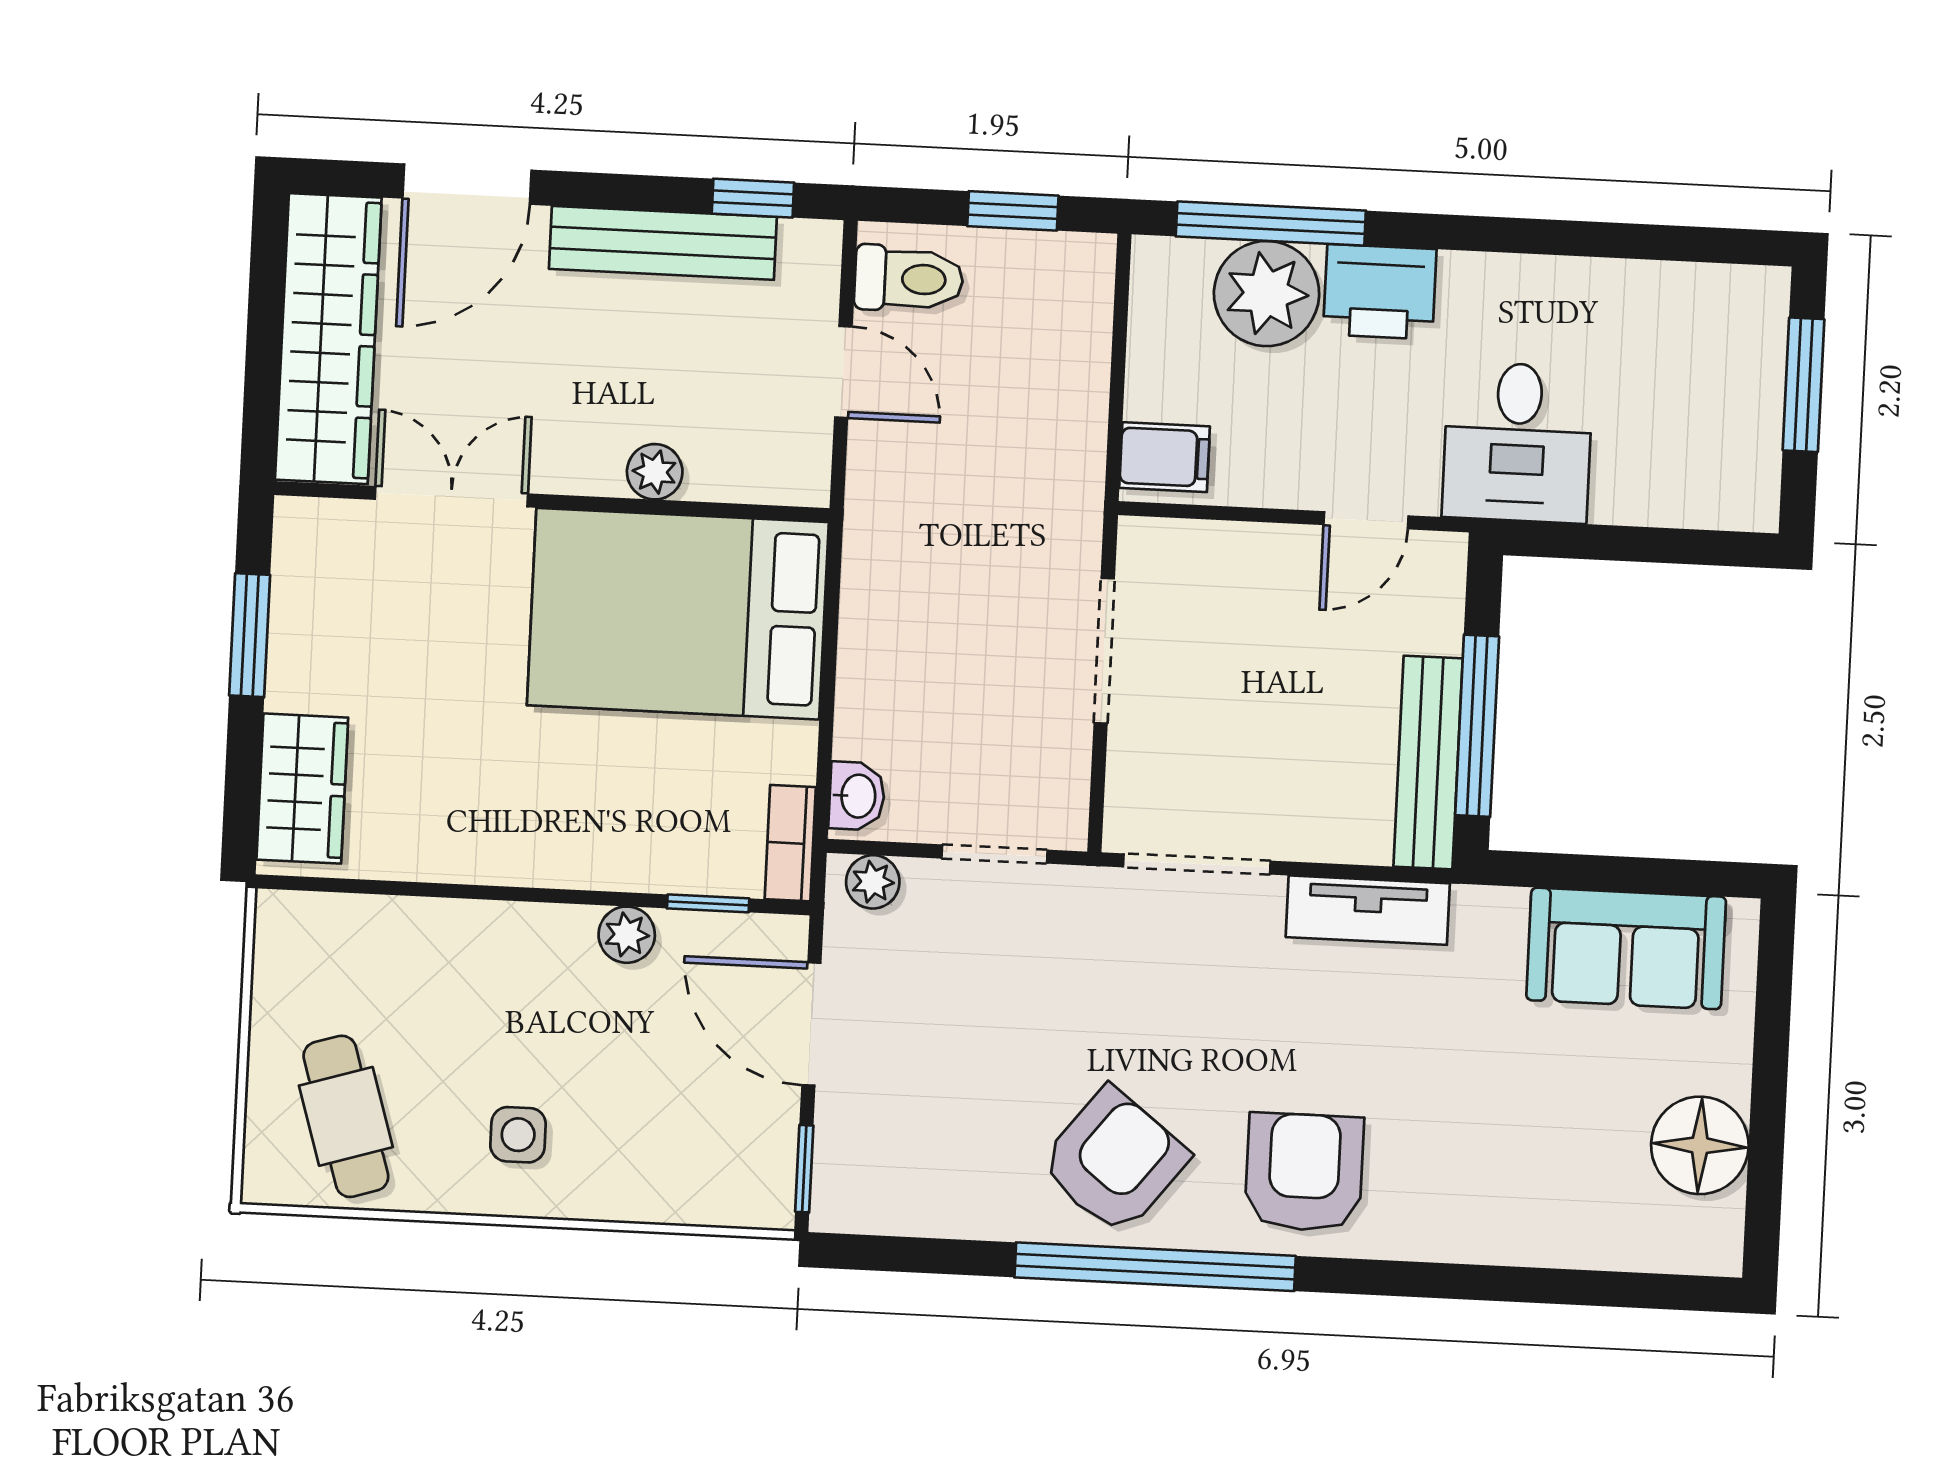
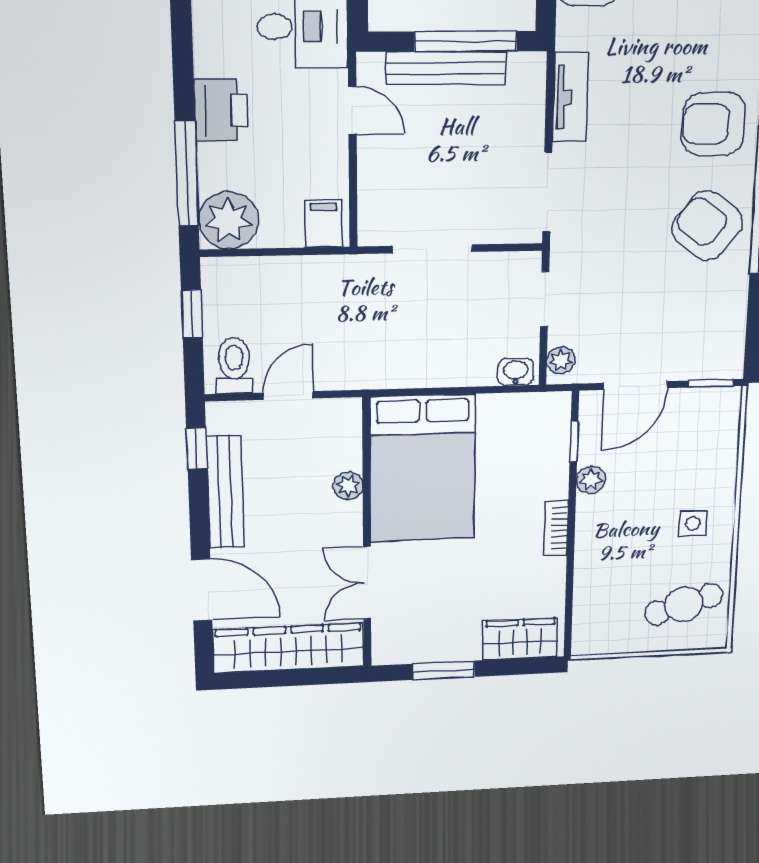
plant: (1267, 294) -> (229, 220), moved
bench: (1428, 762) -> (446, 68), moved
bookcase: (790, 843) -> (556, 528), moved, turned 90

